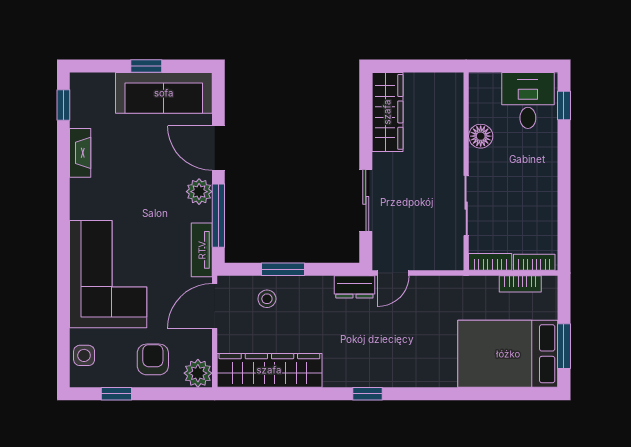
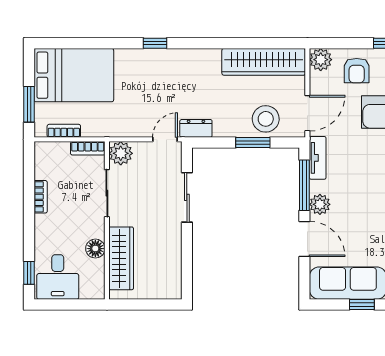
wardrobe: (387, 112) -> (121, 258), moved, turned 180
plant: (449, 256) -> (121, 153), added
bookcase: (534, 262) -> (41, 197), moved, turned -90
stool: (267, 299) -> (266, 119), width x1.89, depth x1.89
window: (564, 346) -> (29, 104), moved
window: (367, 394) -> (155, 43), moved

